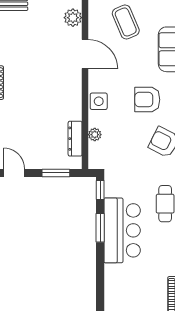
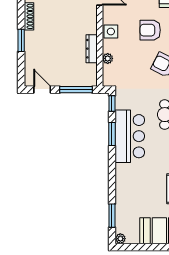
dresser: (75, 139) -> (92, 49), moved
window: (56, 173) -> (76, 90), width x1.44

